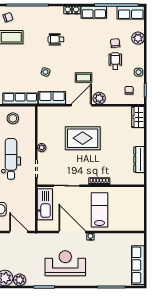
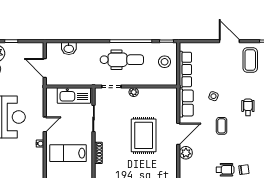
coffee table: (83, 78) -> (222, 126), moved
door: (81, 105) -> (178, 134), hinge flipped
lab bench: (100, 210) -> (68, 153), turned 180
door: (19, 232) -> (45, 68), swing flipped
door: (72, 232) -> (45, 124), width x0.53

